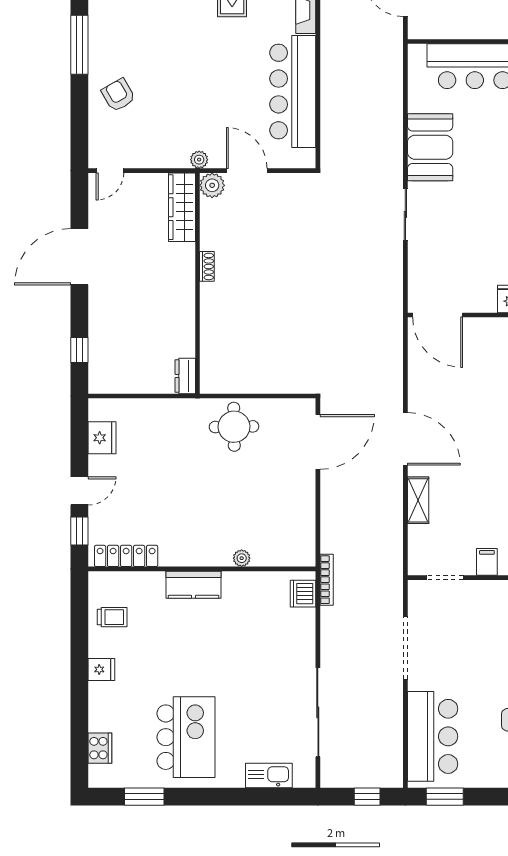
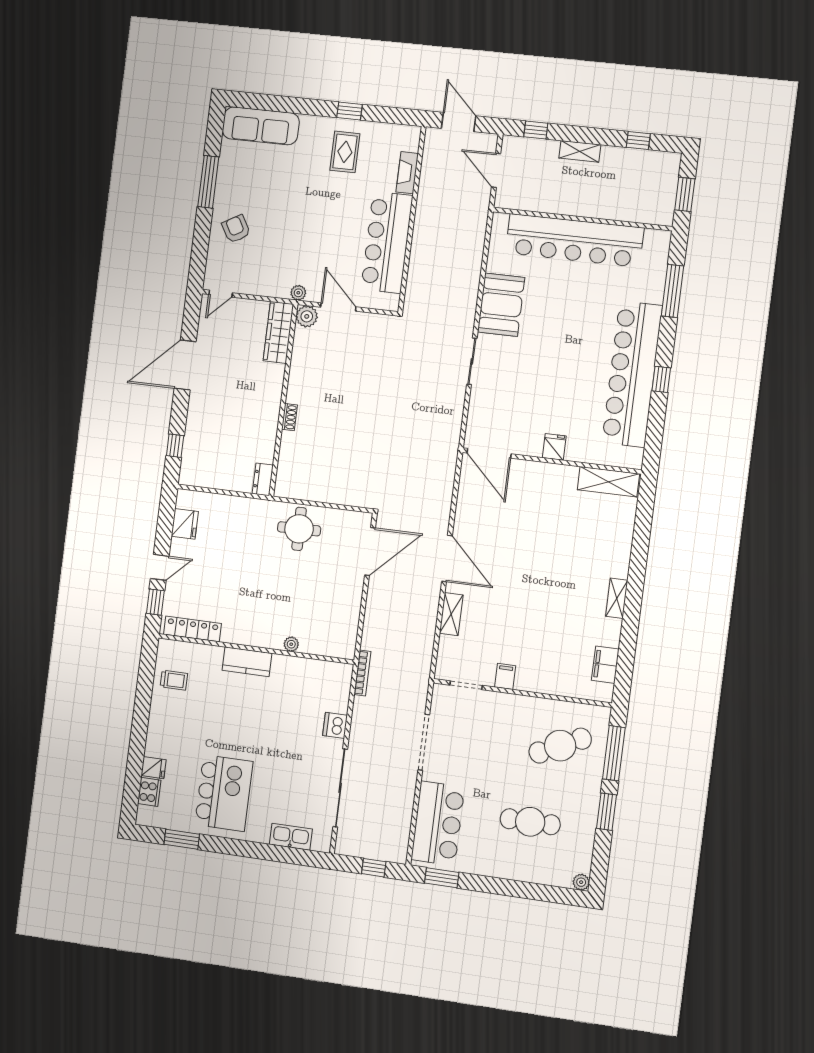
shoe rack: (207, 266) -> (289, 417), moved
dishwasher: (303, 594) -> (335, 725), moved
fridge: (101, 669) -> (154, 768), moved

